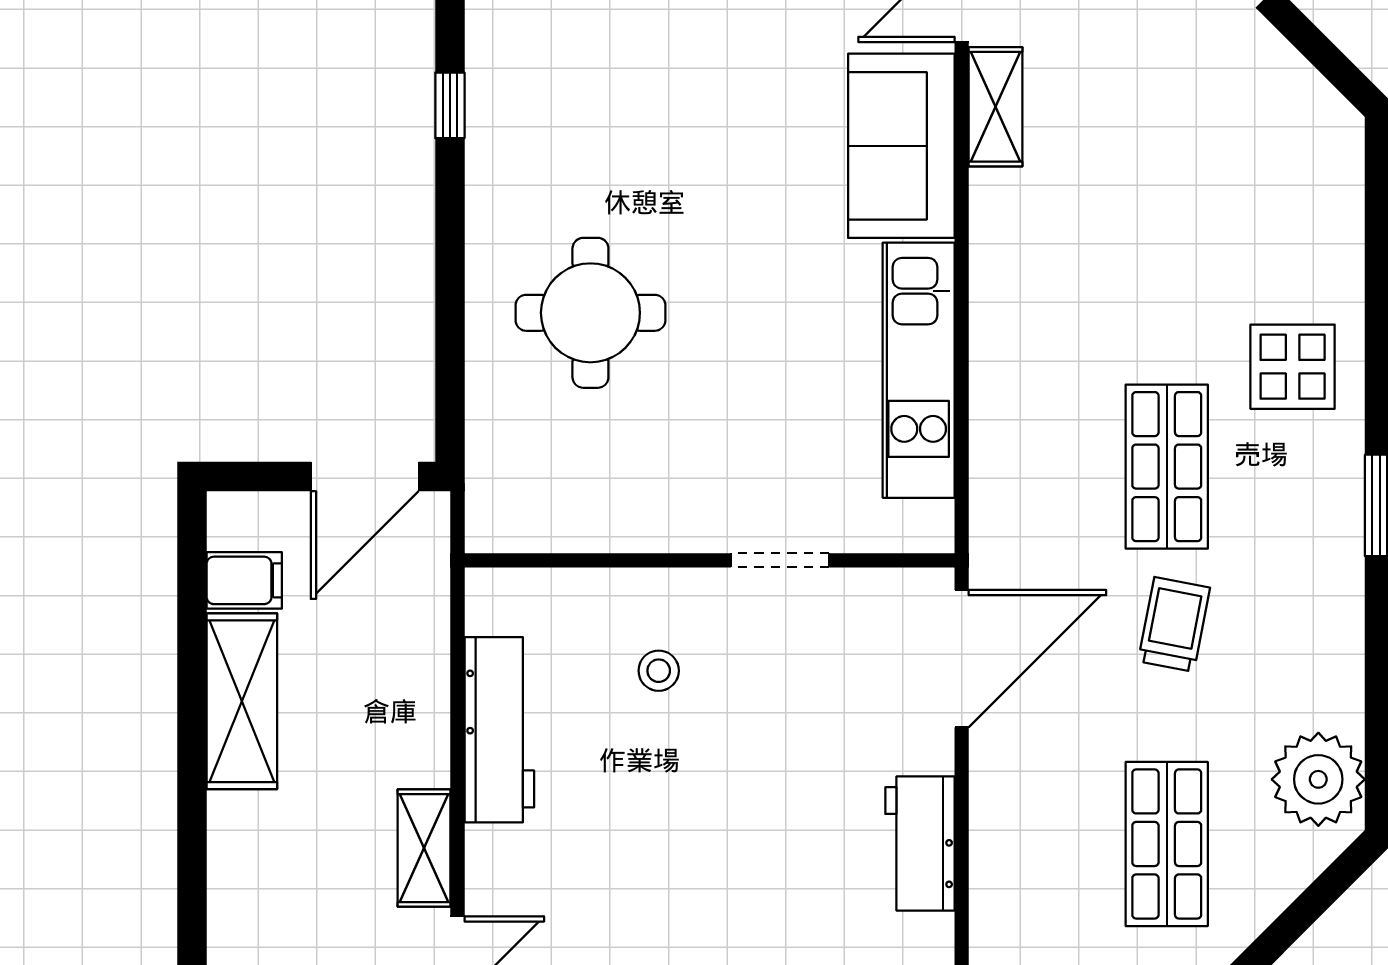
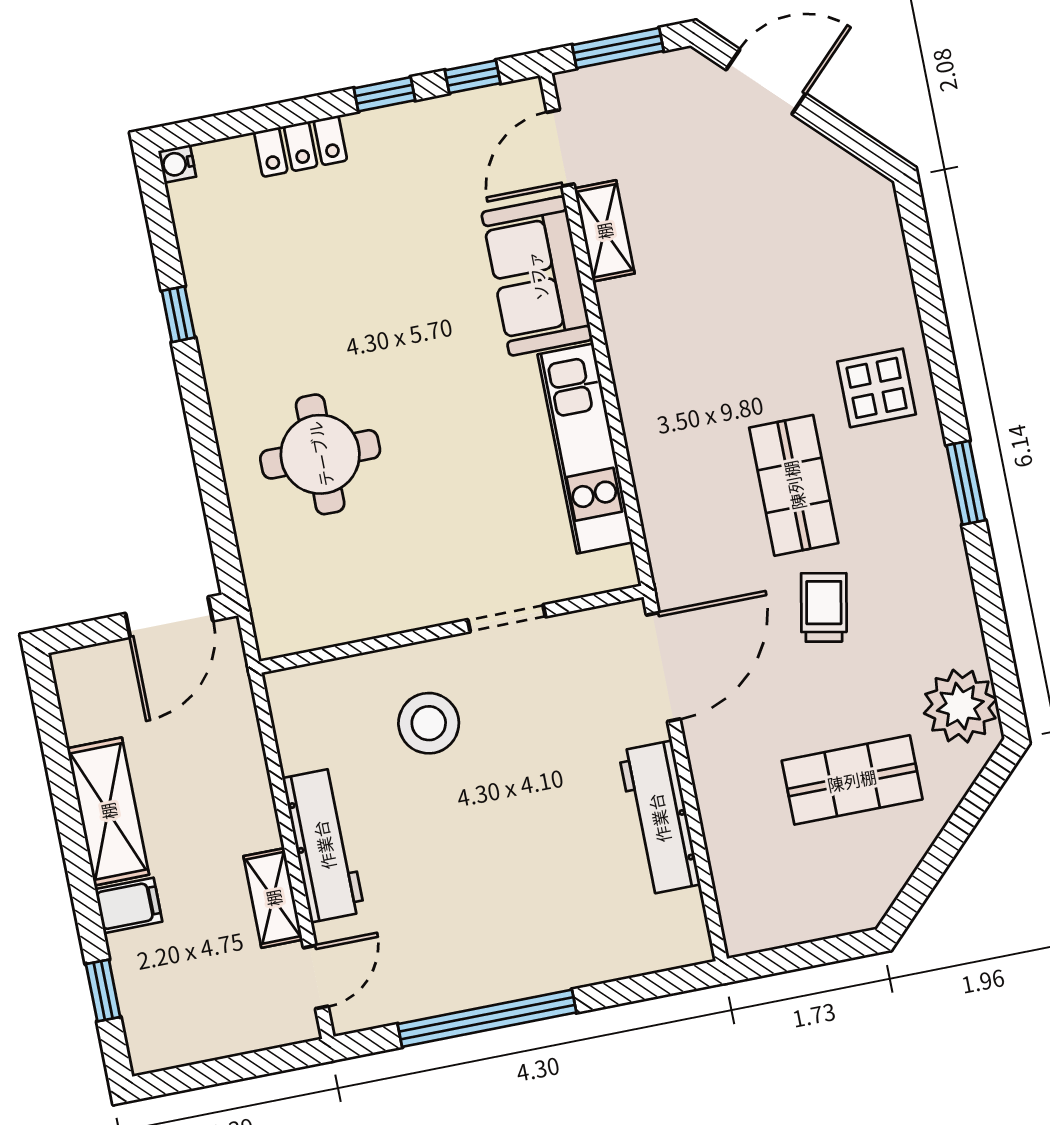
filing cabinet: (244, 580) -> (129, 905), moved
stool: (659, 671) -> (429, 723), width x1.89, depth x1.89
workbench: (499, 730) -> (324, 845), moved
workbench: (920, 843) -> (659, 818), width x1.37
shop shelf: (1167, 844) -> (852, 780), turned 90
window: (192, 921) -> (103, 991), added

